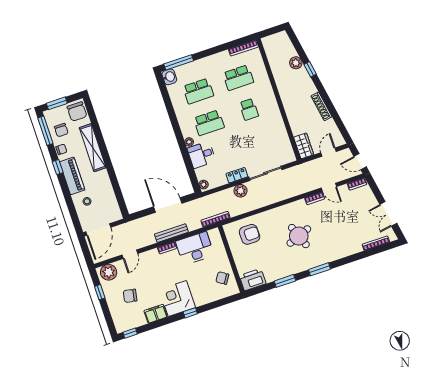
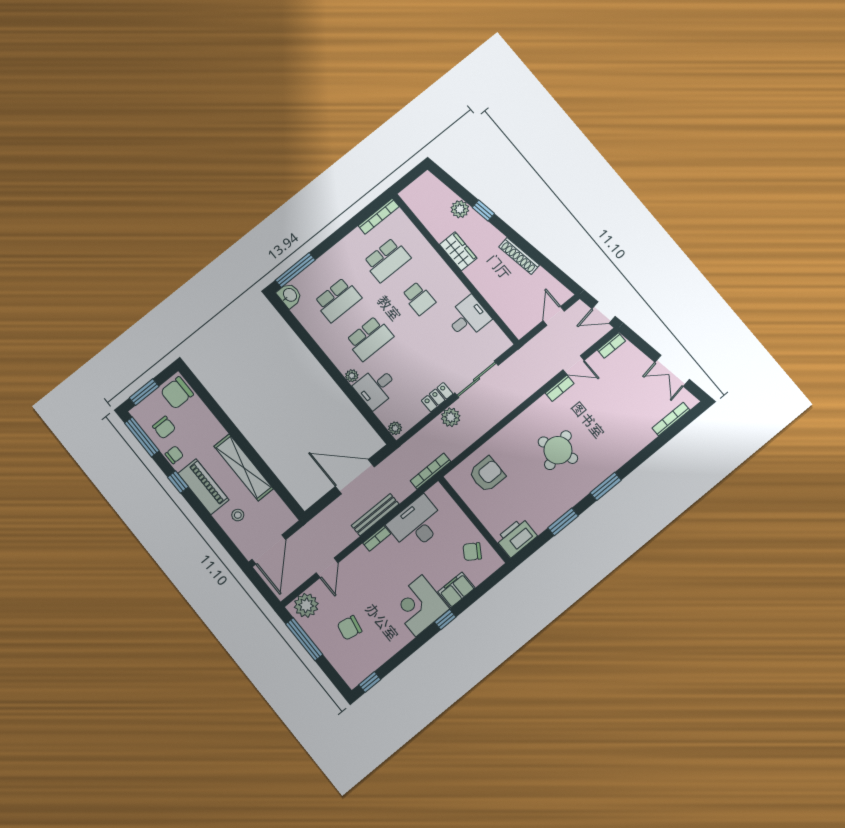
chair: (77, 112) -> (177, 393), turned 90
desk: (275, 133) -> (468, 318), added
wardrobe: (304, 146) -> (458, 251), moved
shelving: (93, 148) -> (244, 467), moved
window: (100, 292) -> (304, 639), width x2.17
filing cabinet: (156, 314) -> (456, 590), moved

